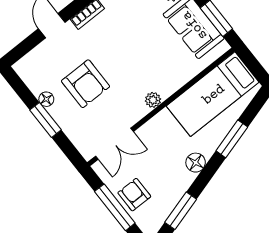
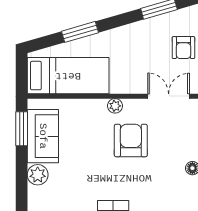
armchair: (86, 84) -> (131, 140), moved
floor lamp: (196, 163) -> (120, 36), removed

